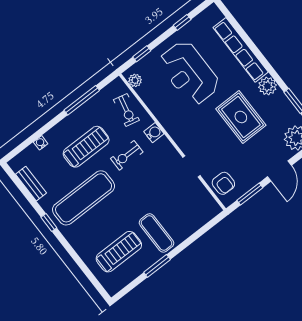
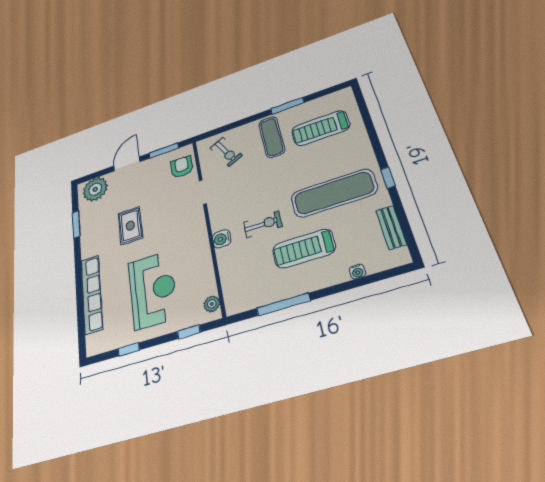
plant: (267, 86) -> (90, 247), removed
exercise bike: (126, 110) -> (226, 152), moved, turned 140
rug: (241, 117) -> (130, 226), width x0.73, depth x0.70

